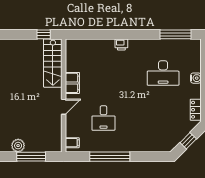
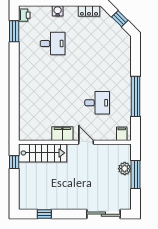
window: (175, 34) -> (14, 31), width x0.69
printer: (121, 44) -> (24, 15), moved
desk: (163, 73) -> (53, 44), width x0.73
plant: (18, 146) -> (125, 169), moved

